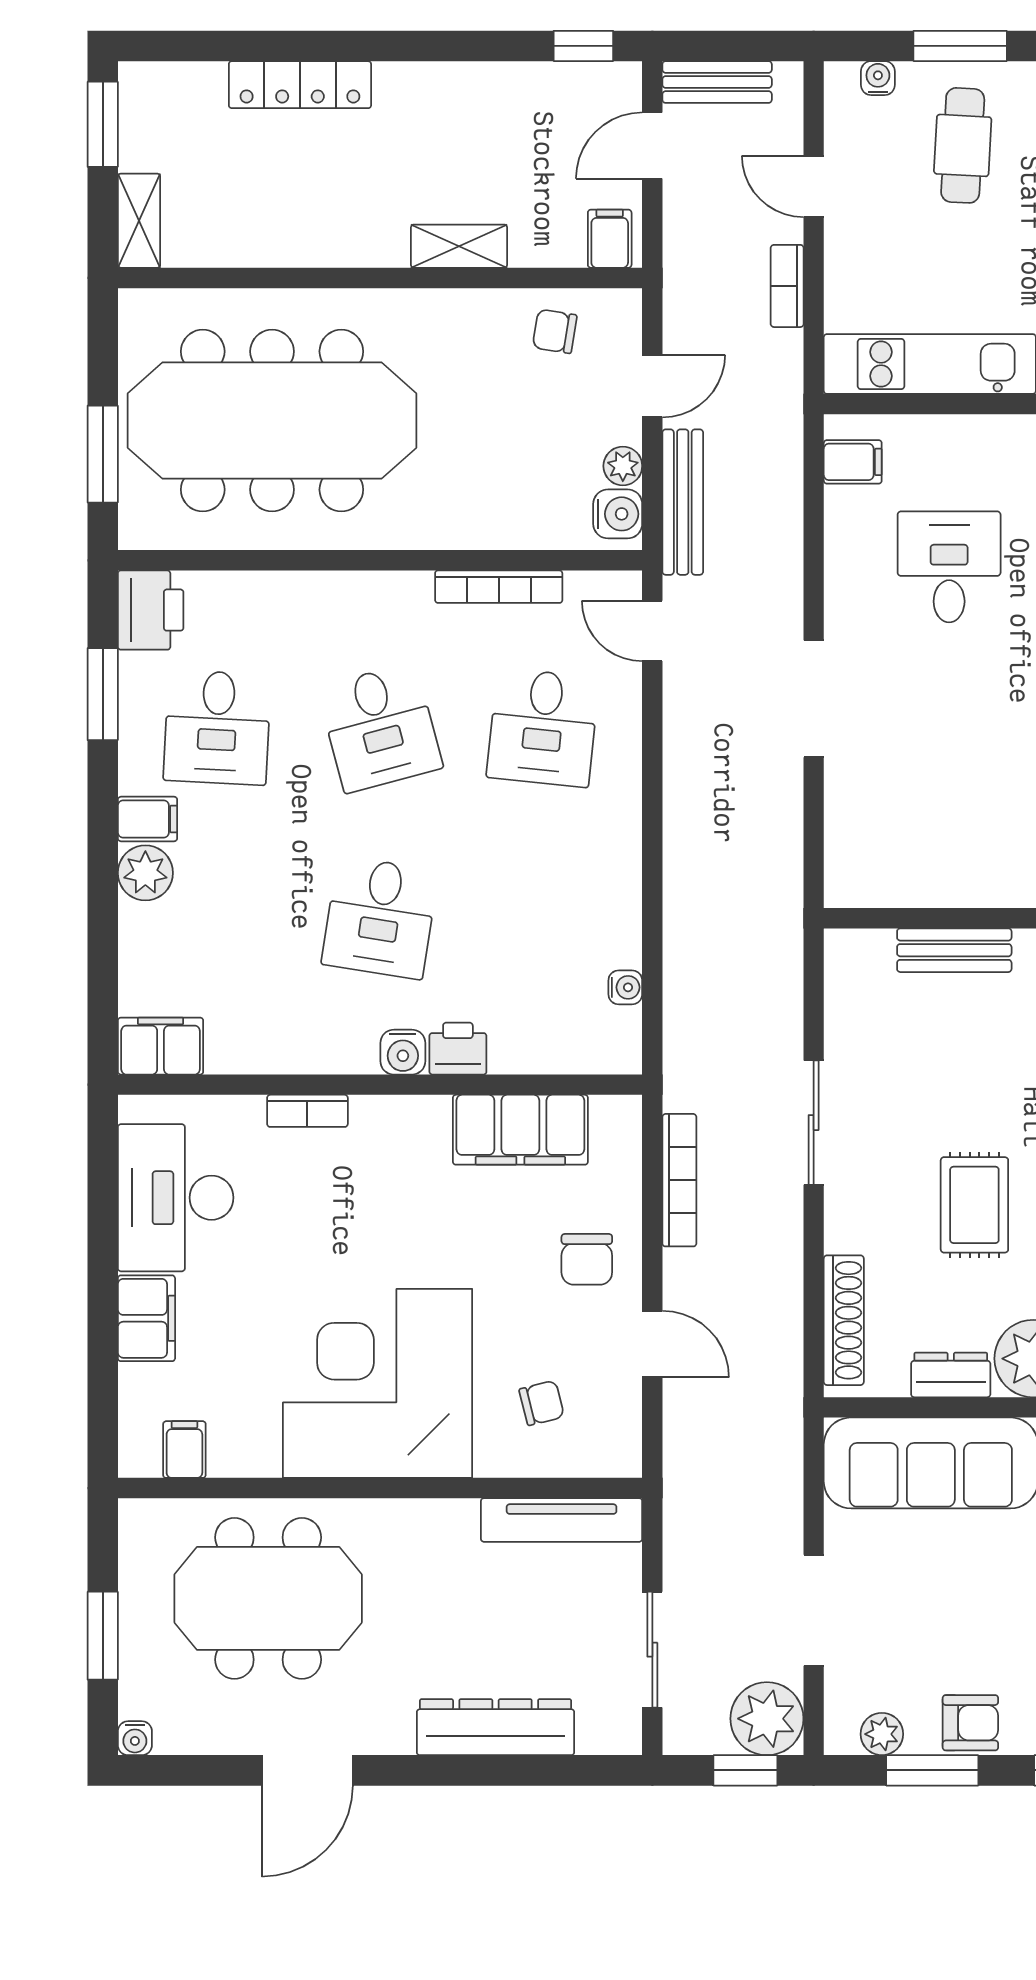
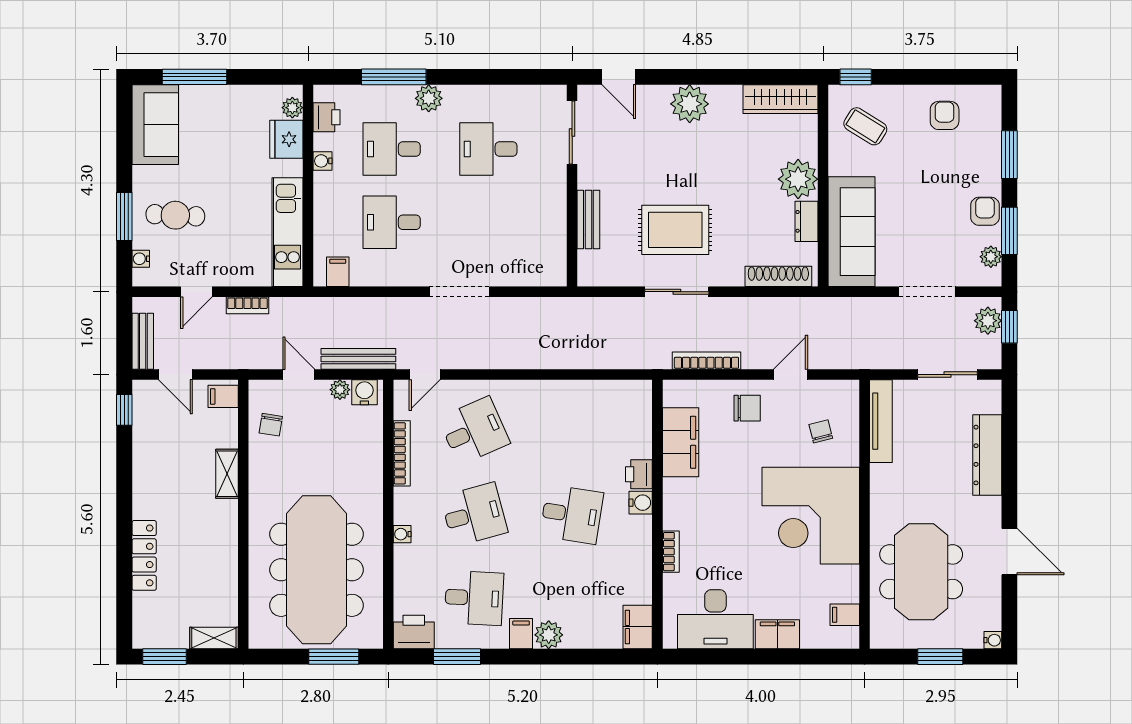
desk: (543, 727) -> (474, 431), turned -30
water cooler: (625, 987) -> (402, 534), moved, turned -90
rug: (974, 1205) -> (675, 230), moved, width x1.36, depth x1.43
plant: (767, 1719) -> (988, 321), width x0.73, depth x0.73

